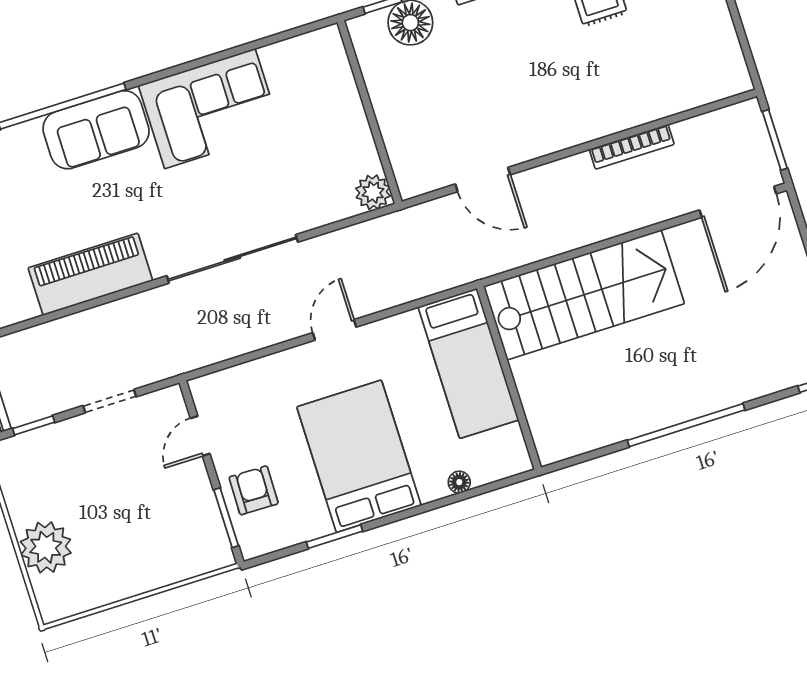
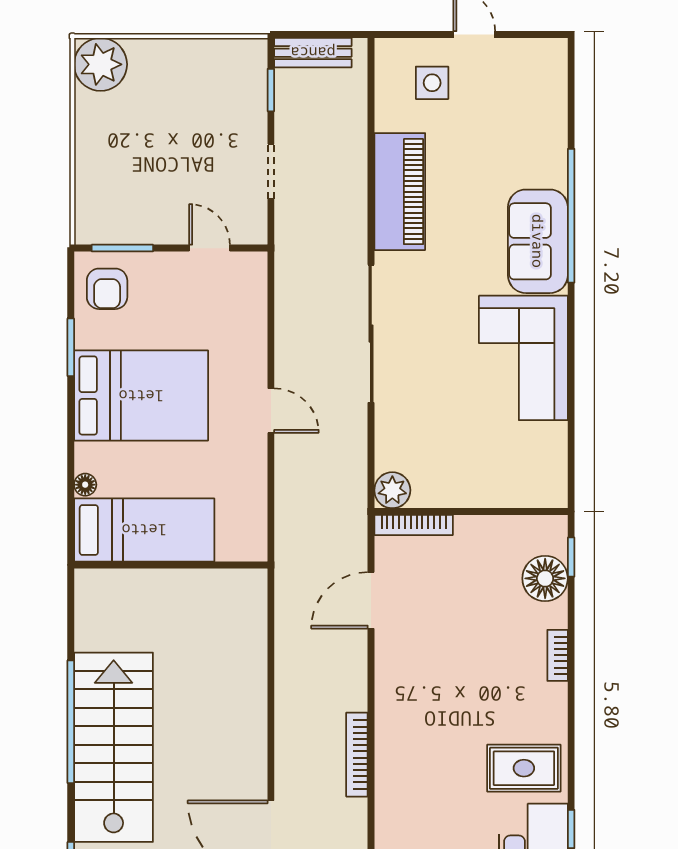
bookcase: (399, 162) -> (414, 525), added
stairs: (584, 295) -> (114, 747), moved, turned 180
bed: (468, 363) -> (144, 530), moved, turned 180
armchair: (254, 490) -> (107, 289), moved, turned 89
plant: (46, 547) -> (101, 64), moved

